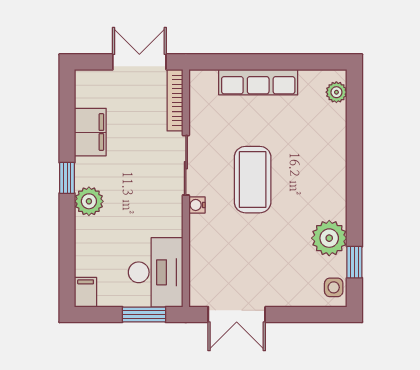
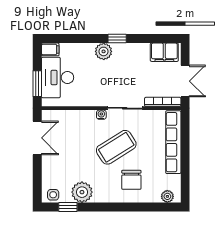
row of seats: (258, 82) -> (173, 142), width x1.36
filing cabinet: (90, 132) -> (164, 52), moved
chair: (308, 154) -> (131, 180), added
coffee table: (253, 180) -> (116, 147), turned -32
desk: (156, 272) -> (58, 78), moved, turned 90
double door: (237, 315) -> (37, 138), swing flipped

